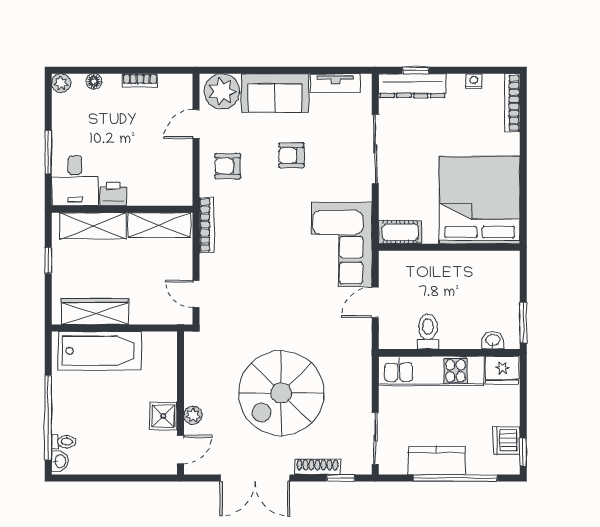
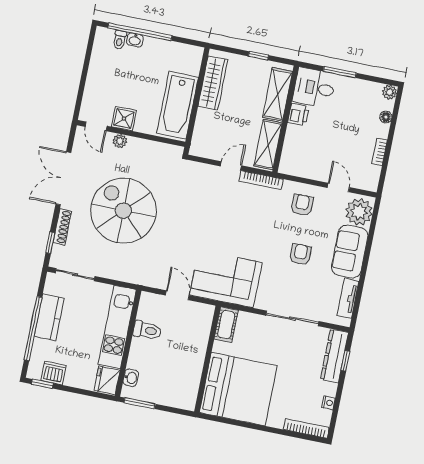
door: (196, 294) -> (231, 166), moved
bathtub: (100, 351) -> (178, 105), moved
washbasin: (60, 461) -> (135, 40), moved

